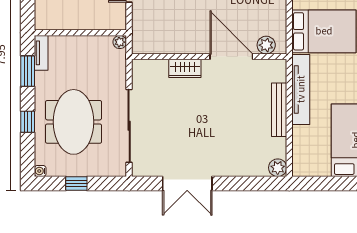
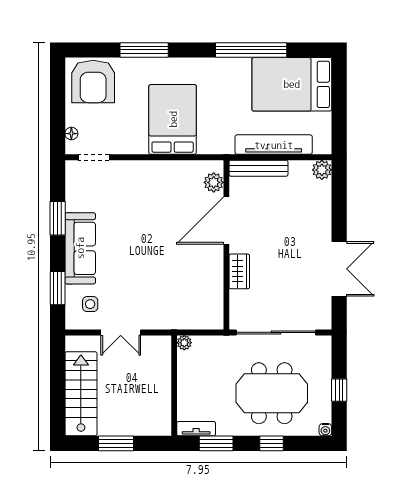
plant: (266, 45) -> (214, 182), moved
wall: (209, 57) -> (226, 245), moved
door: (231, 57) -> (226, 221), moved
wardrobe: (185, 68) -> (239, 271), moved
tv unit: (301, 89) -> (274, 145), moved

